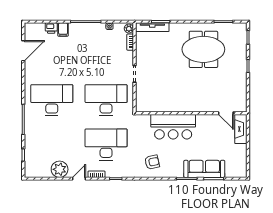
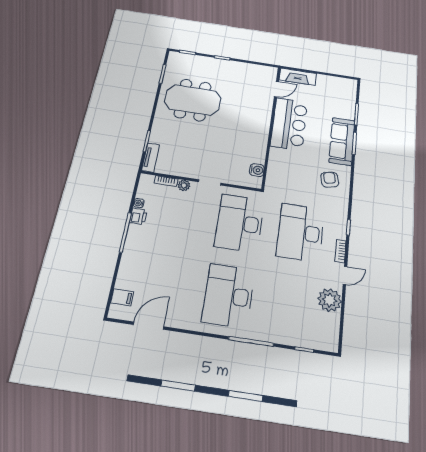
tv unit: (152, 27) -> (151, 158), width x0.71
printer: (51, 28) -> (138, 216), moved
plant: (129, 29) -> (184, 185), moved
filing cabinet: (63, 30) -> (122, 297), moved
meeting table: (203, 49) -> (193, 100), turned 90
door: (23, 51) -> (149, 326), hinge flipped
water cooler: (151, 107) -> (257, 170), added
bar counter: (173, 127) -> (289, 124), moved
sofa: (204, 169) -> (342, 141), moved
door: (79, 179) -> (345, 275), swing flipped

